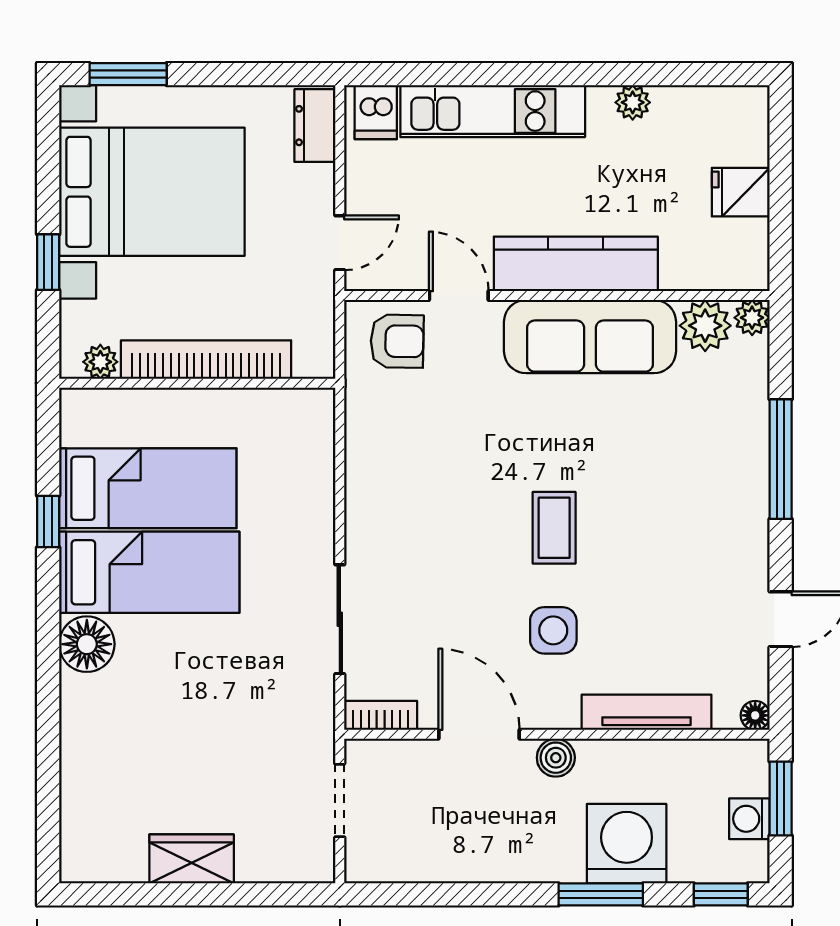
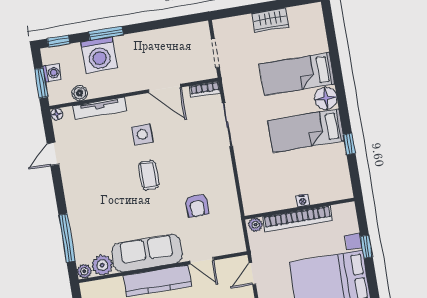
armchair: (397, 341) -> (197, 206), moved, turned -91
plant: (100, 362) -> (255, 225), moved
nightstand: (186, 402) -> (302, 201), added
window: (781, 459) -> (67, 238), moved
bed: (148, 488) -> (297, 74), moved
boiler: (556, 758) -> (80, 93), moved

